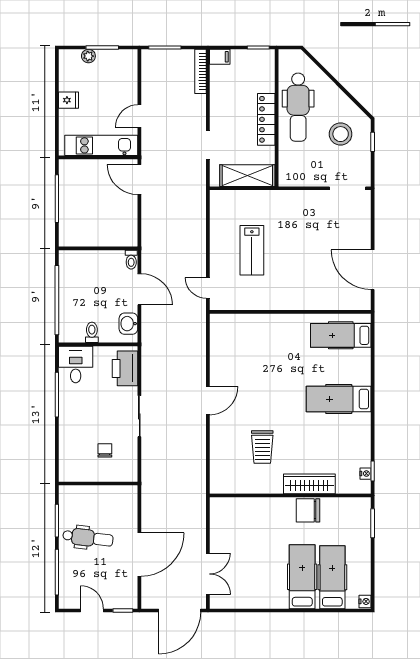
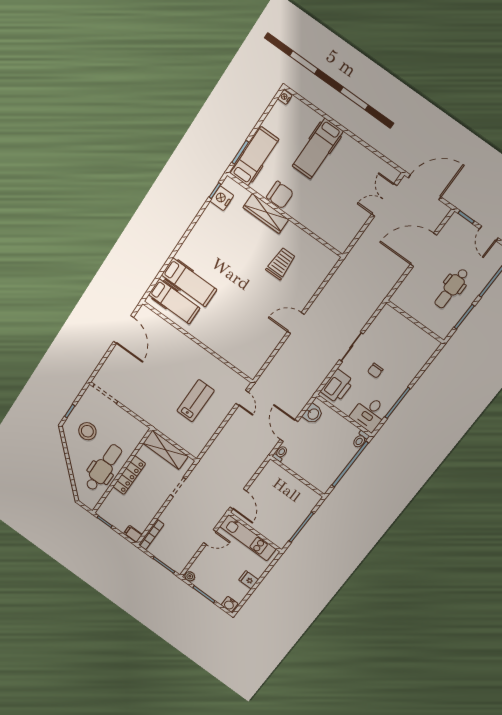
plant: (88, 56) -> (190, 576), moved
water cooler: (69, 57) -> (230, 604), added
toilet: (92, 332) -> (360, 440), moved
hospital bed: (339, 399) -> (189, 282), moved
chair: (105, 450) -> (375, 371), moved
nightstand: (366, 474) -> (222, 198), width x1.89, depth x1.79
dental chair: (88, 538) -> (451, 288), turned -97
hospital bed: (332, 577) -> (254, 156), moved, turned 180

